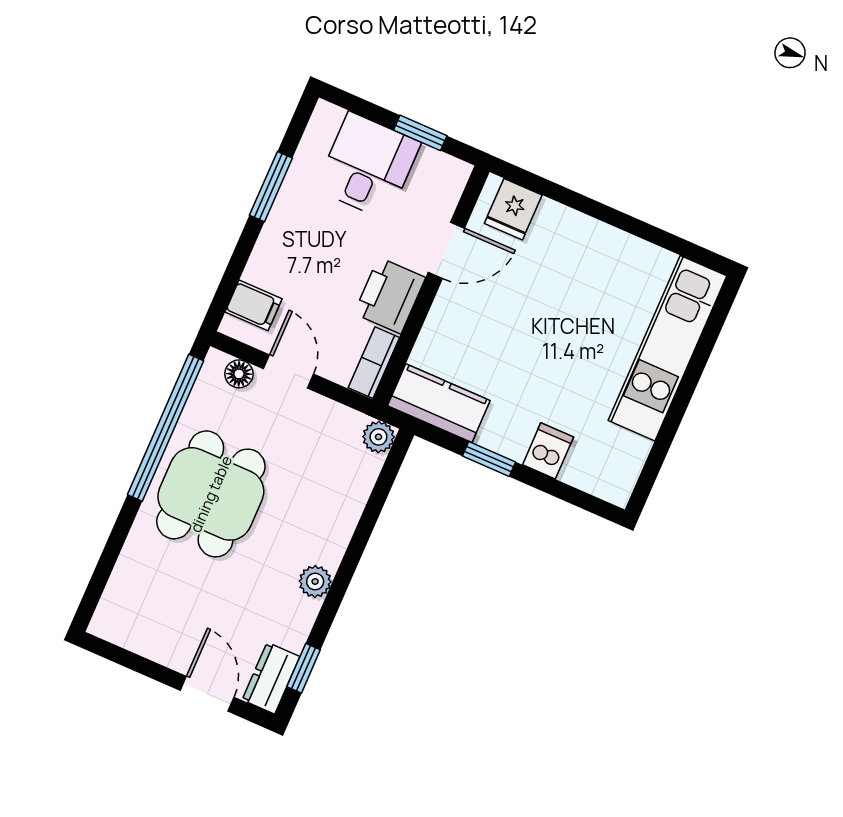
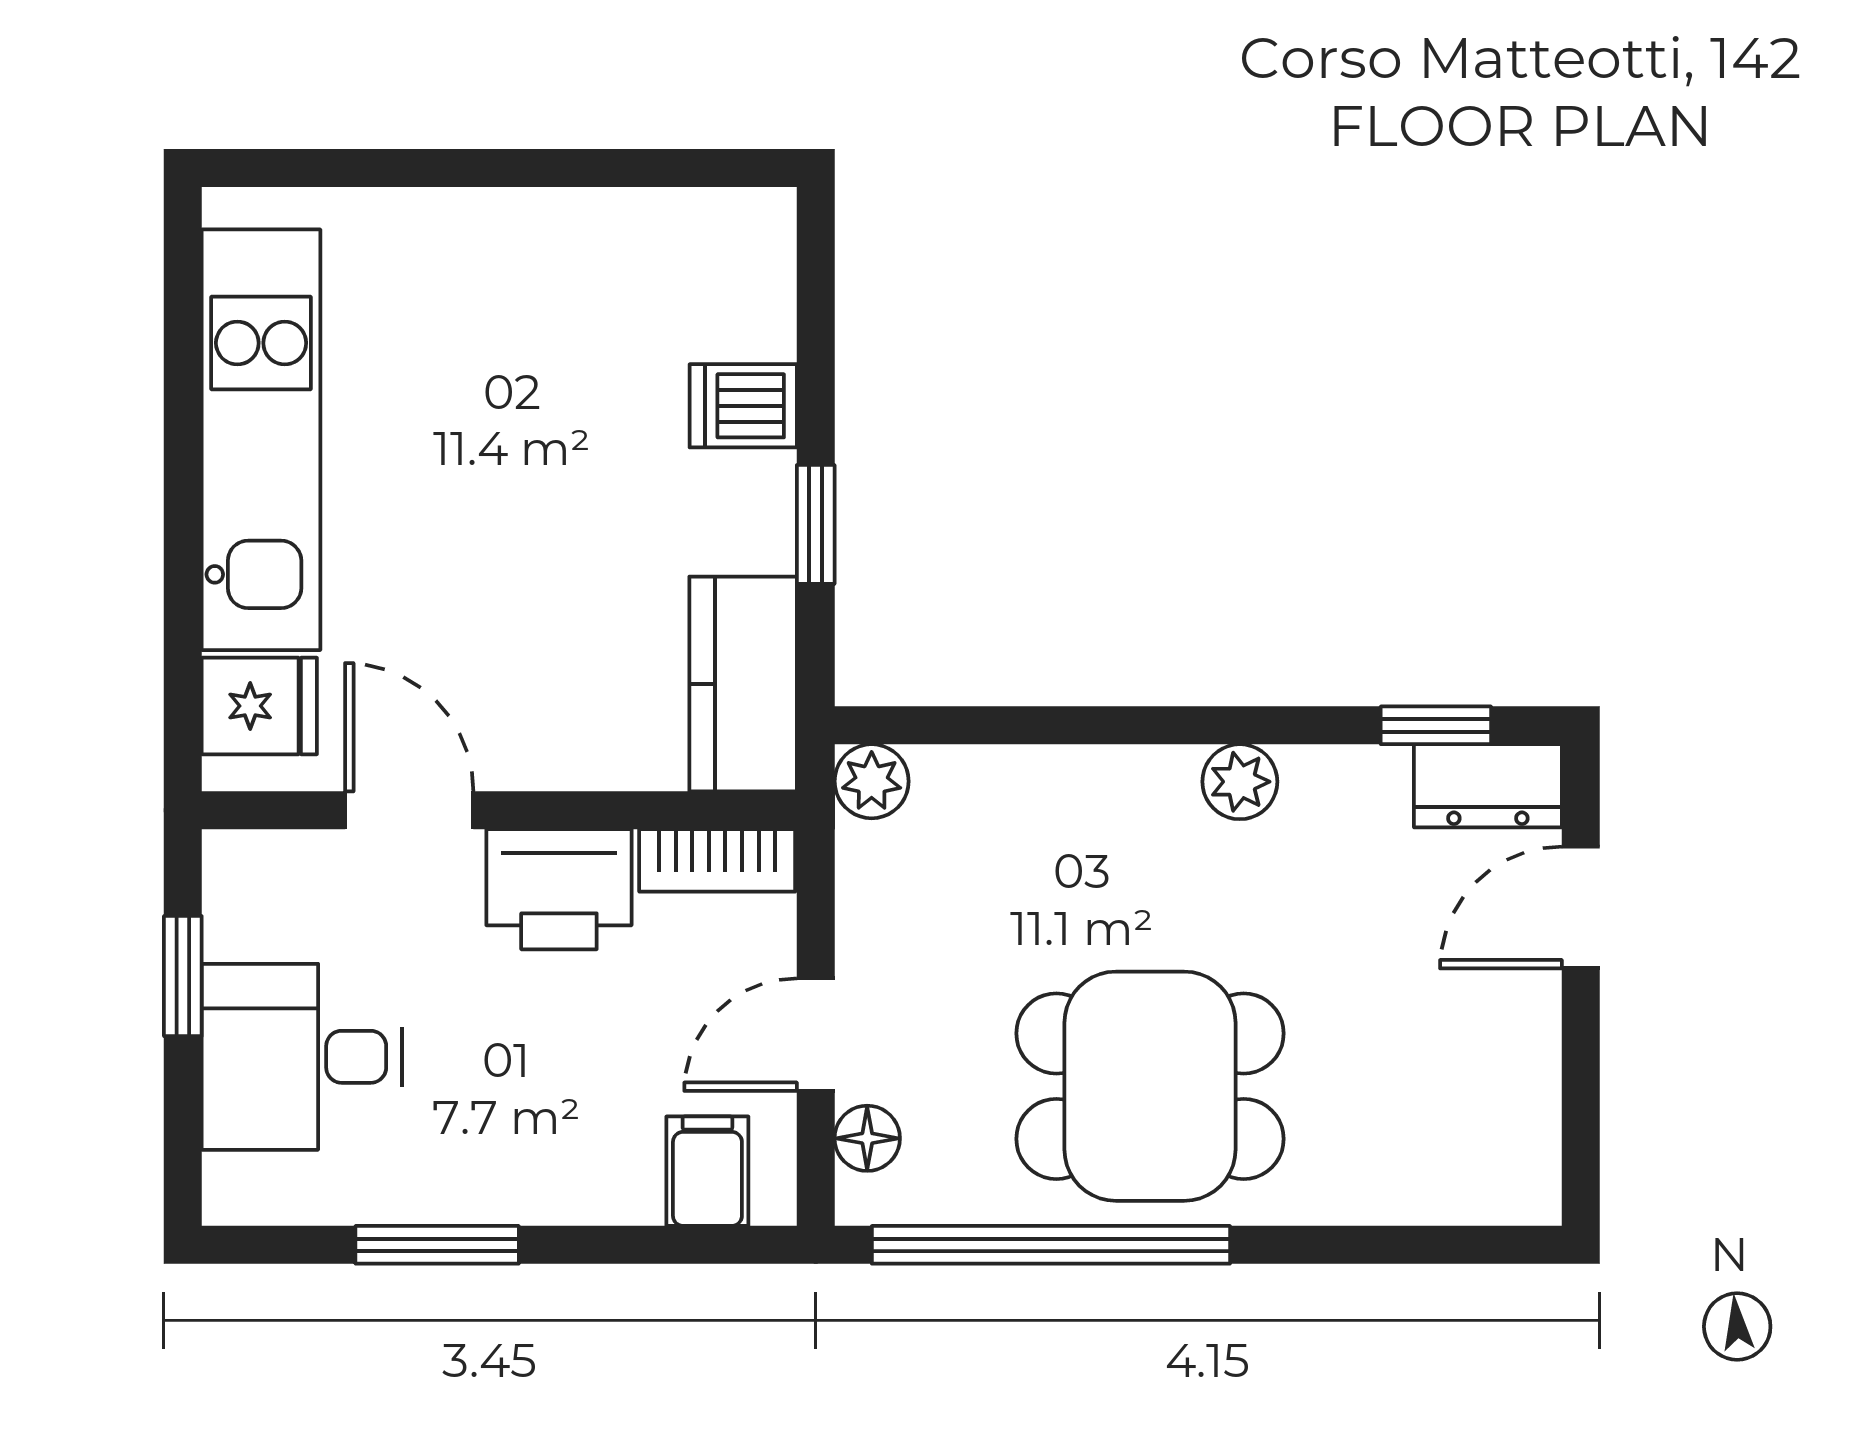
kitchen unit: (668, 348) -> (261, 440), moved, turned -90

